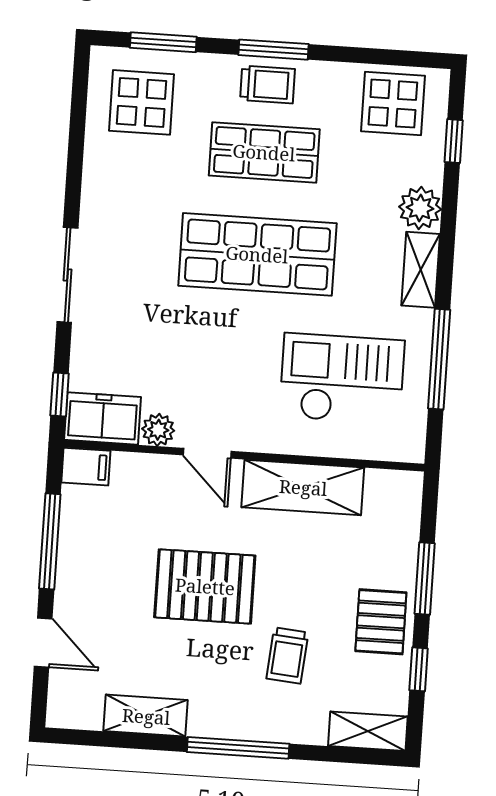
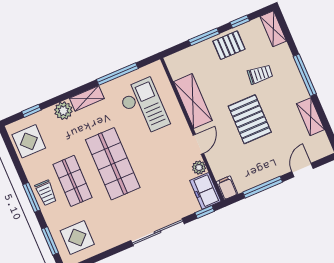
trolley: (268, 85) -> (46, 193), turned 180
sliding door: (67, 275) -> (158, 232), width x1.37
checkout: (342, 379) -> (144, 107), turned 180

